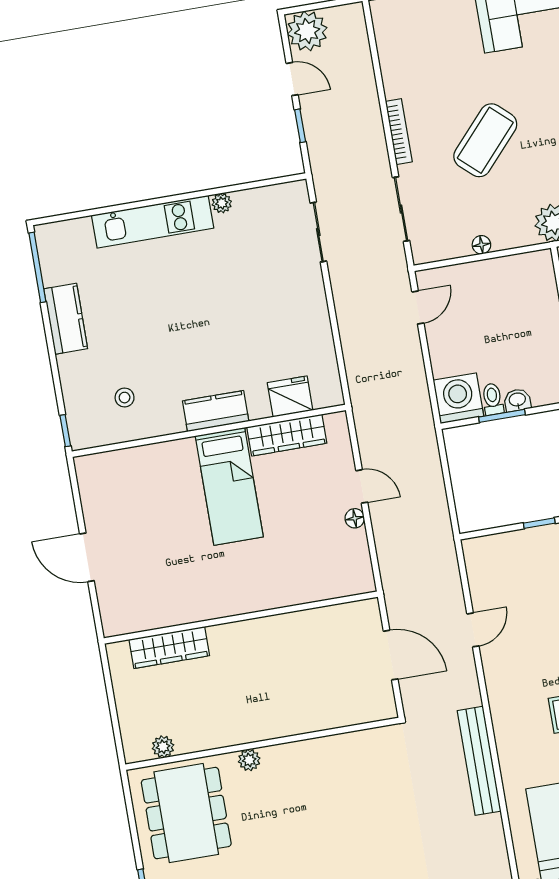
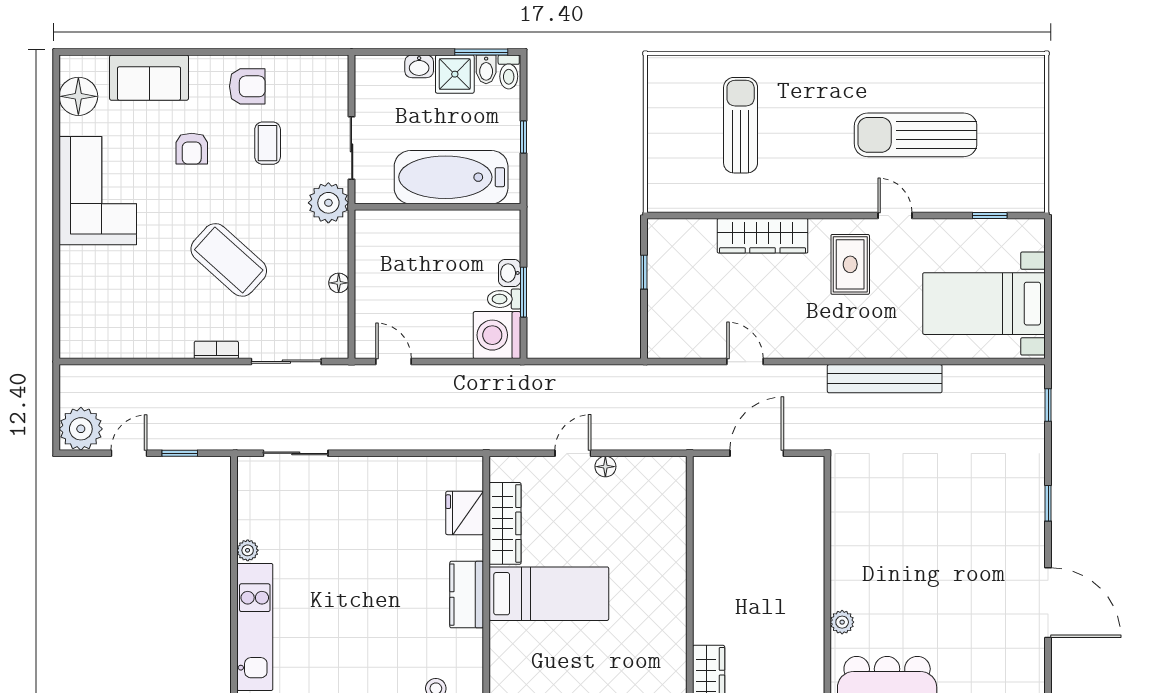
bookcase: (399, 132) -> (216, 350), width x0.64

